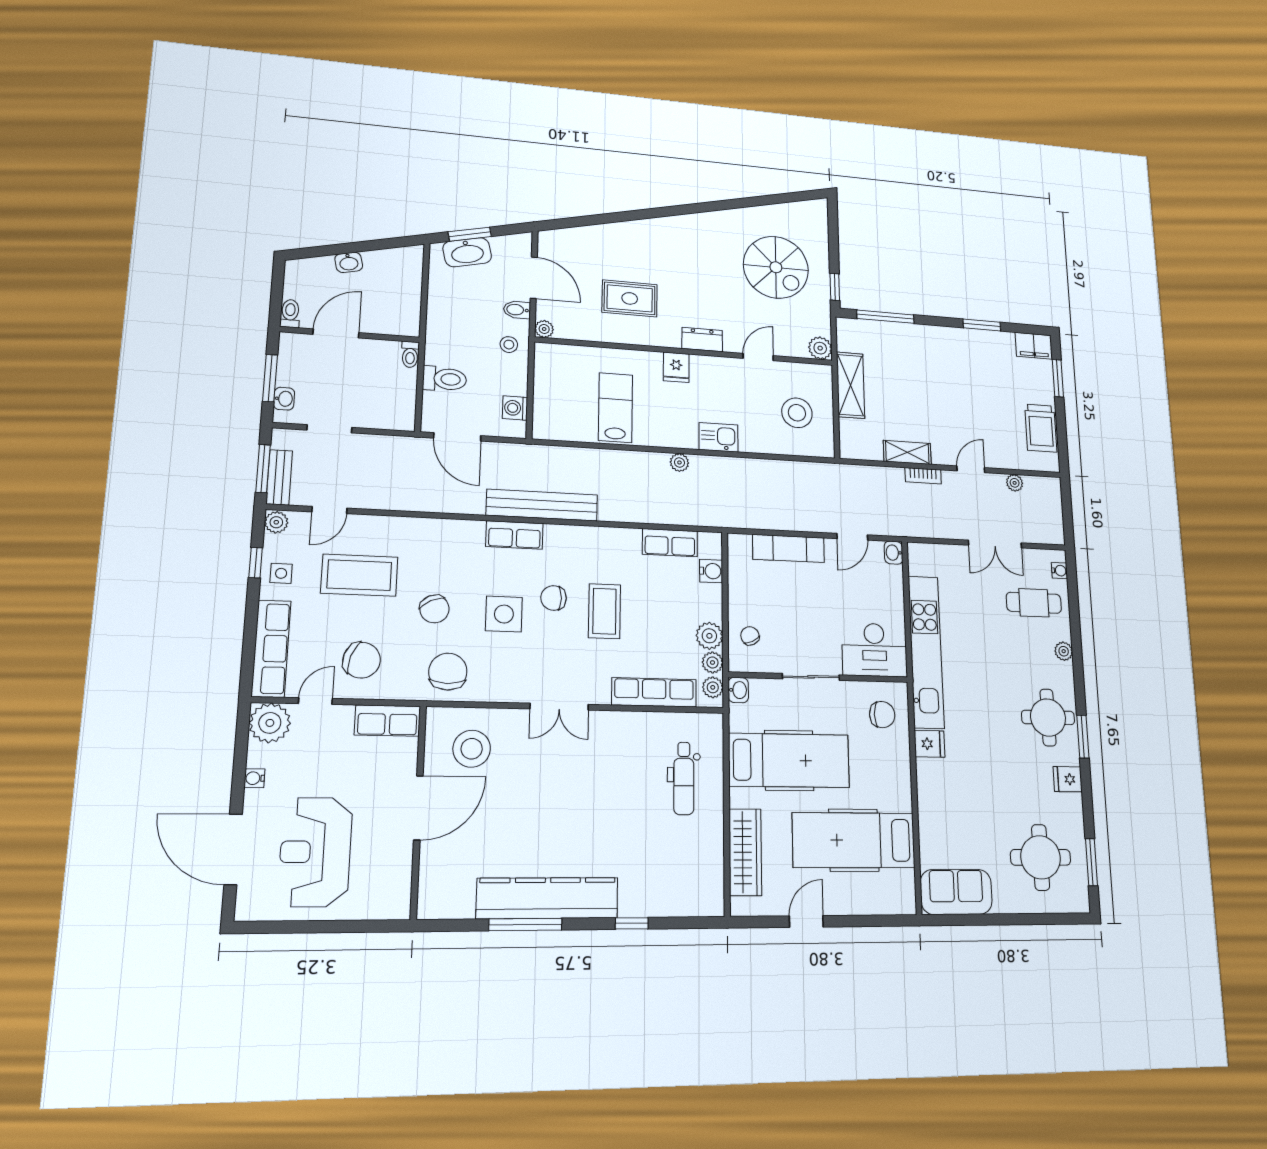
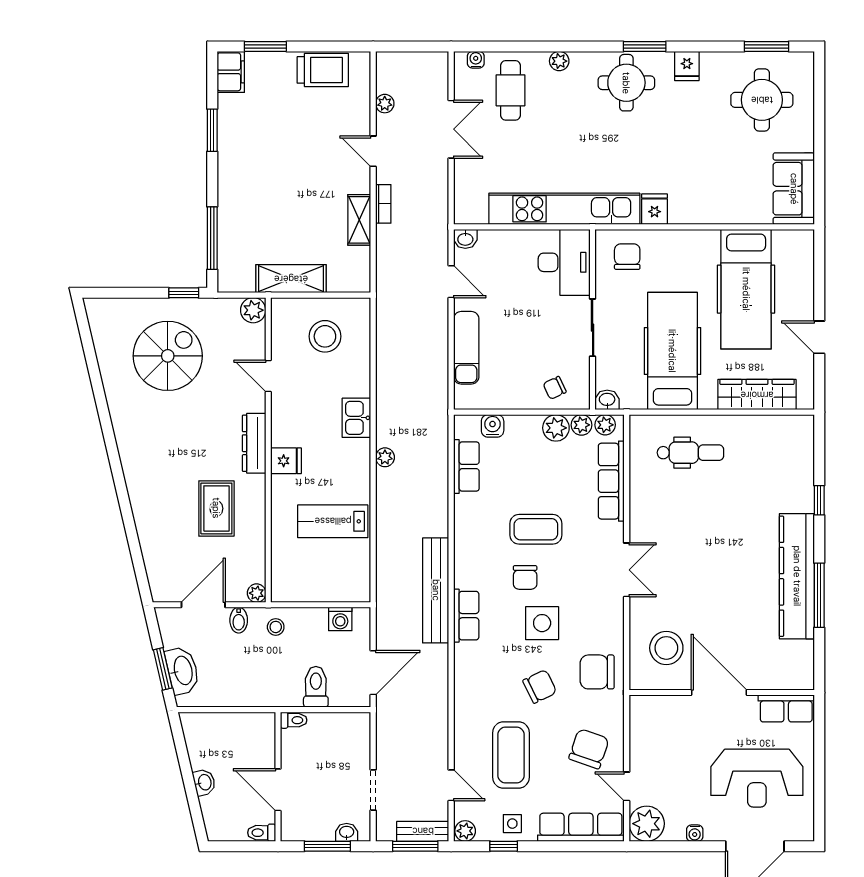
dresser: (702, 339) -> (254, 443), width x1.44
row of seats: (387, 721) -> (786, 708), moved, turned 90

